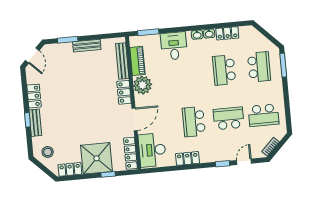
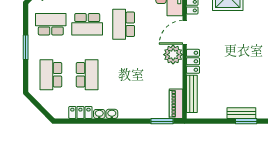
bench: (87, 46) -> (241, 113), moved
desk: (174, 46) -> (137, 105), removed
piano: (137, 61) -> (176, 104), moved
window: (283, 65) -> (26, 47), moved
plant: (143, 85) -> (173, 55), moved
school desk: (194, 122) -> (124, 24), turned 180

